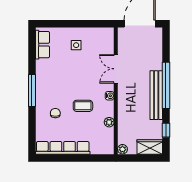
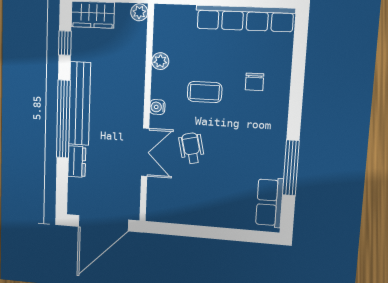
side table: (76, 45) -> (211, 197), removed
dresser: (157, 60) -> (77, 162), added
wheelchair: (89, 73) -> (192, 148), added
window: (32, 90) -> (291, 168), moved

